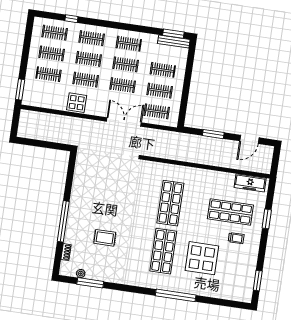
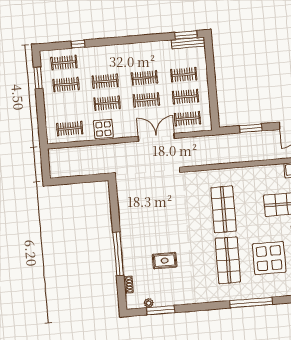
clothes rail: (92, 38) -> (103, 59), removed
clothes rail: (129, 44) -> (143, 56), removed
clothes rail: (48, 74) -> (70, 129), moved
window: (20, 89) -> (38, 78), moved

